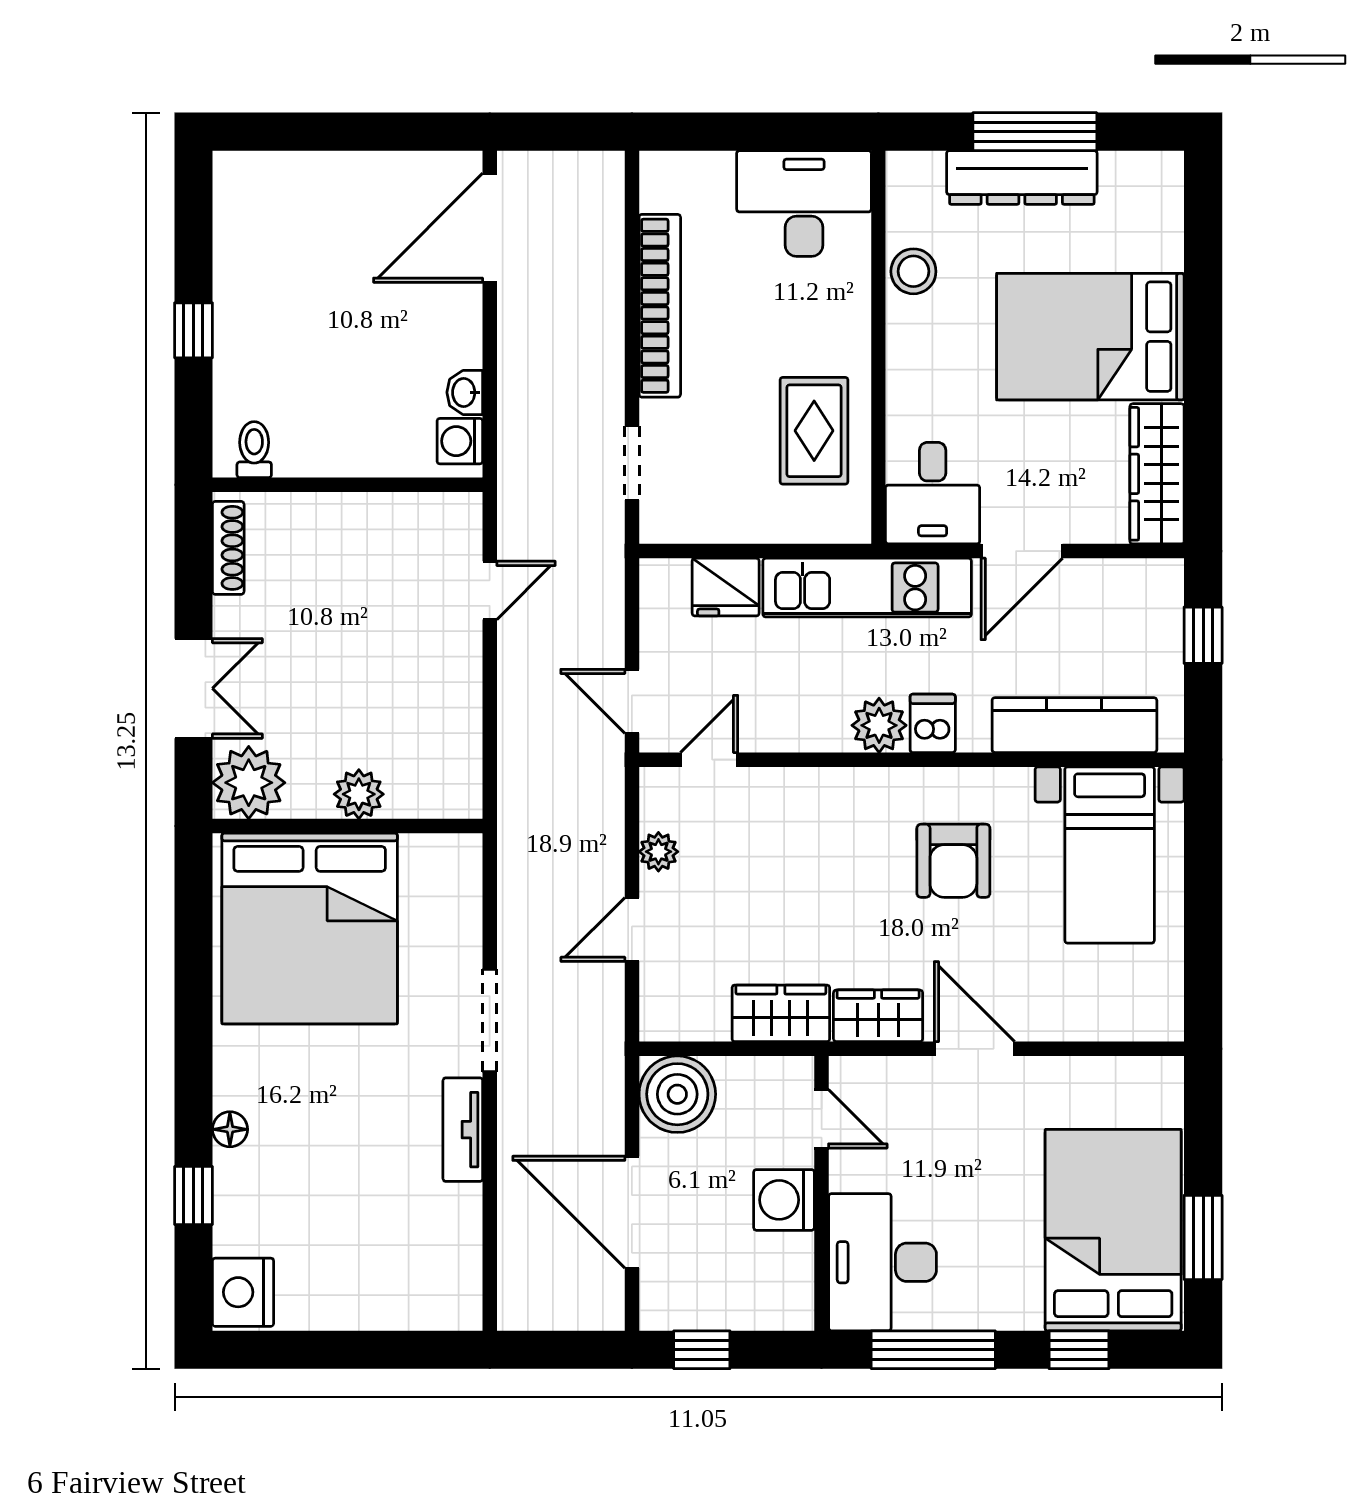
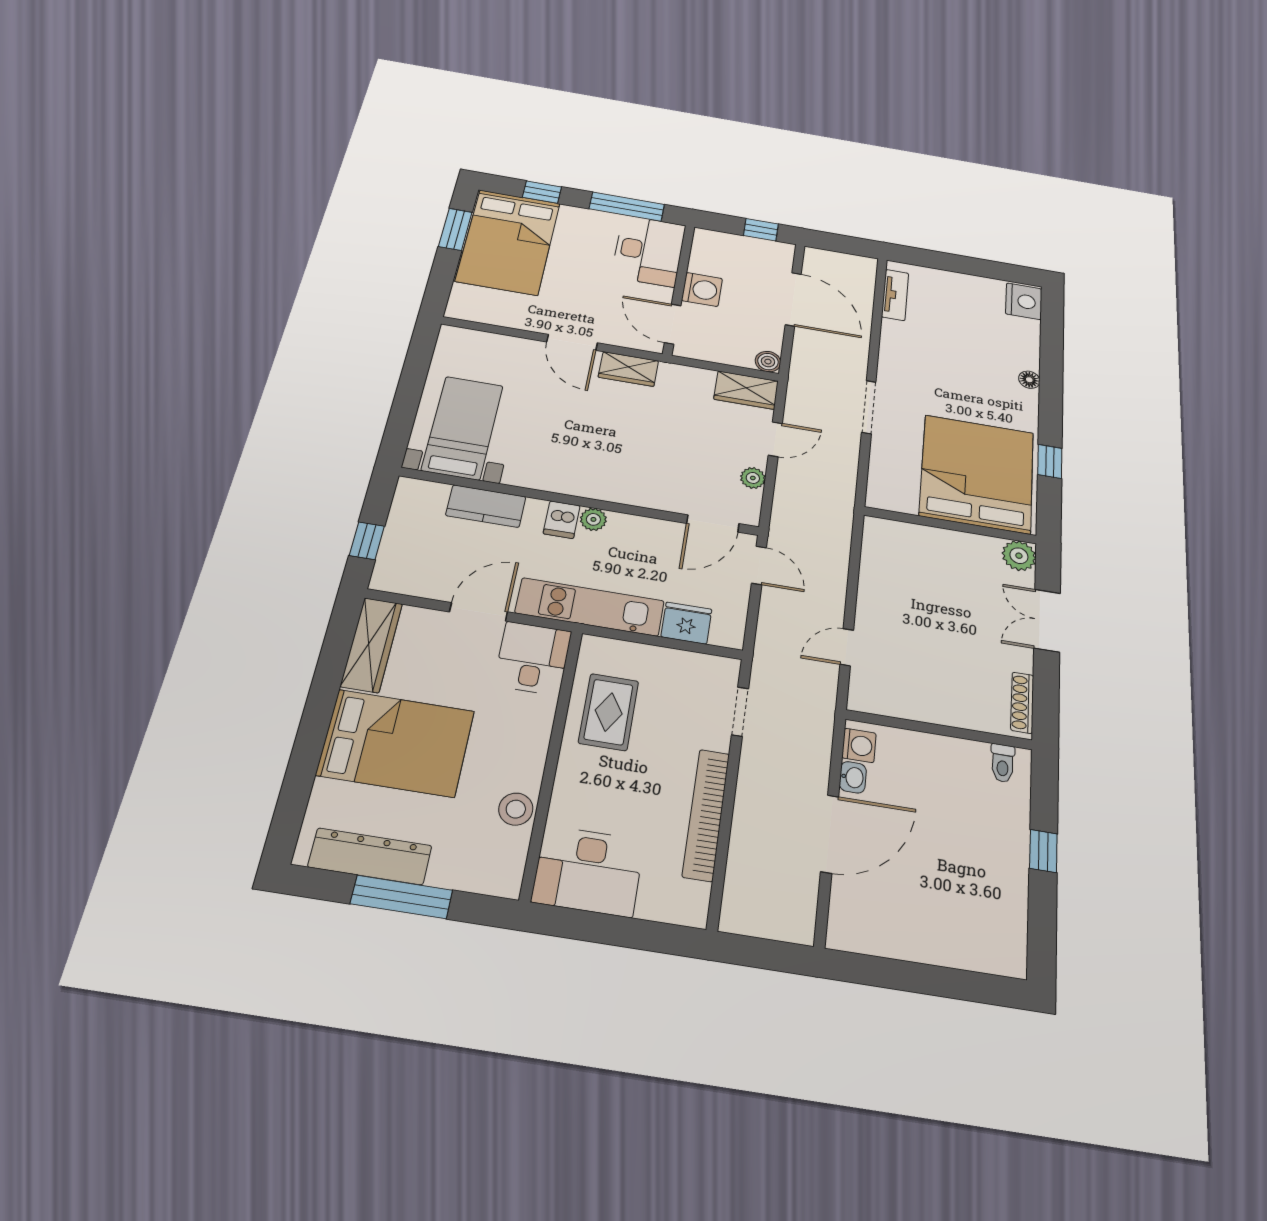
dresser: (1022, 177) -> (370, 856), moved
door: (490, 228) -> (830, 834), moved
plant: (879, 725) -> (593, 519), width x0.73, depth x0.73
kitchen counter: (1074, 725) -> (486, 506), width x0.67
door: (709, 760) -> (713, 524), width x1.38
plant: (249, 783) -> (1019, 556), width x0.73, depth x0.73
plant: (359, 794) -> (942, 542), removed
armchair: (953, 861) -> (564, 441), removed
wardrobe: (781, 1013) -> (746, 390), moved
boiler: (677, 1094) -> (768, 362), width x0.54, depth x0.54
door: (822, 1119) -> (673, 324), width x1.37
tv unit: (463, 1130) -> (895, 295), moved
window: (193, 1195) -> (1050, 461), moved

